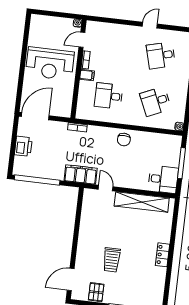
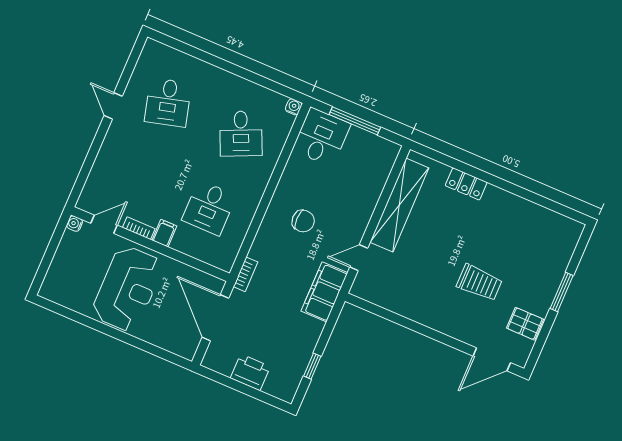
door: (82, 40) -> (104, 224), swing flipped
door: (35, 116) -> (215, 318), moved
chair: (124, 140) -> (303, 221), moved
desk: (163, 179) -> (321, 137), moved
window: (37, 180) -> (312, 366), width x0.32
locker: (162, 255) -> (466, 184), moved
door: (71, 279) -> (492, 359), hinge flipped

